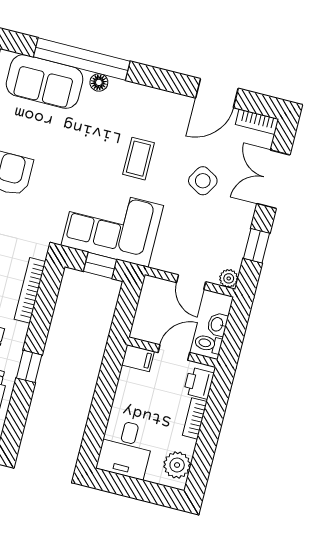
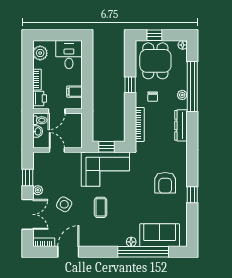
plant: (229, 278) -> (38, 190), moved
filing cabinet: (138, 358) -> (75, 92), moved

